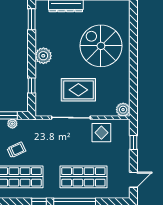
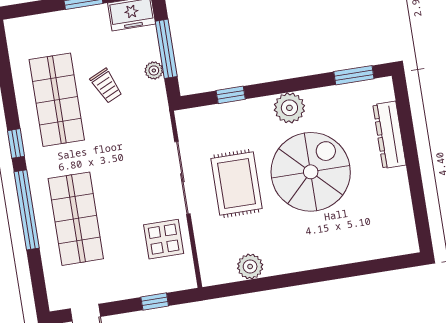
spiral stairs: (101, 46) -> (311, 172), moved
plant: (123, 110) -> (250, 266), moved

